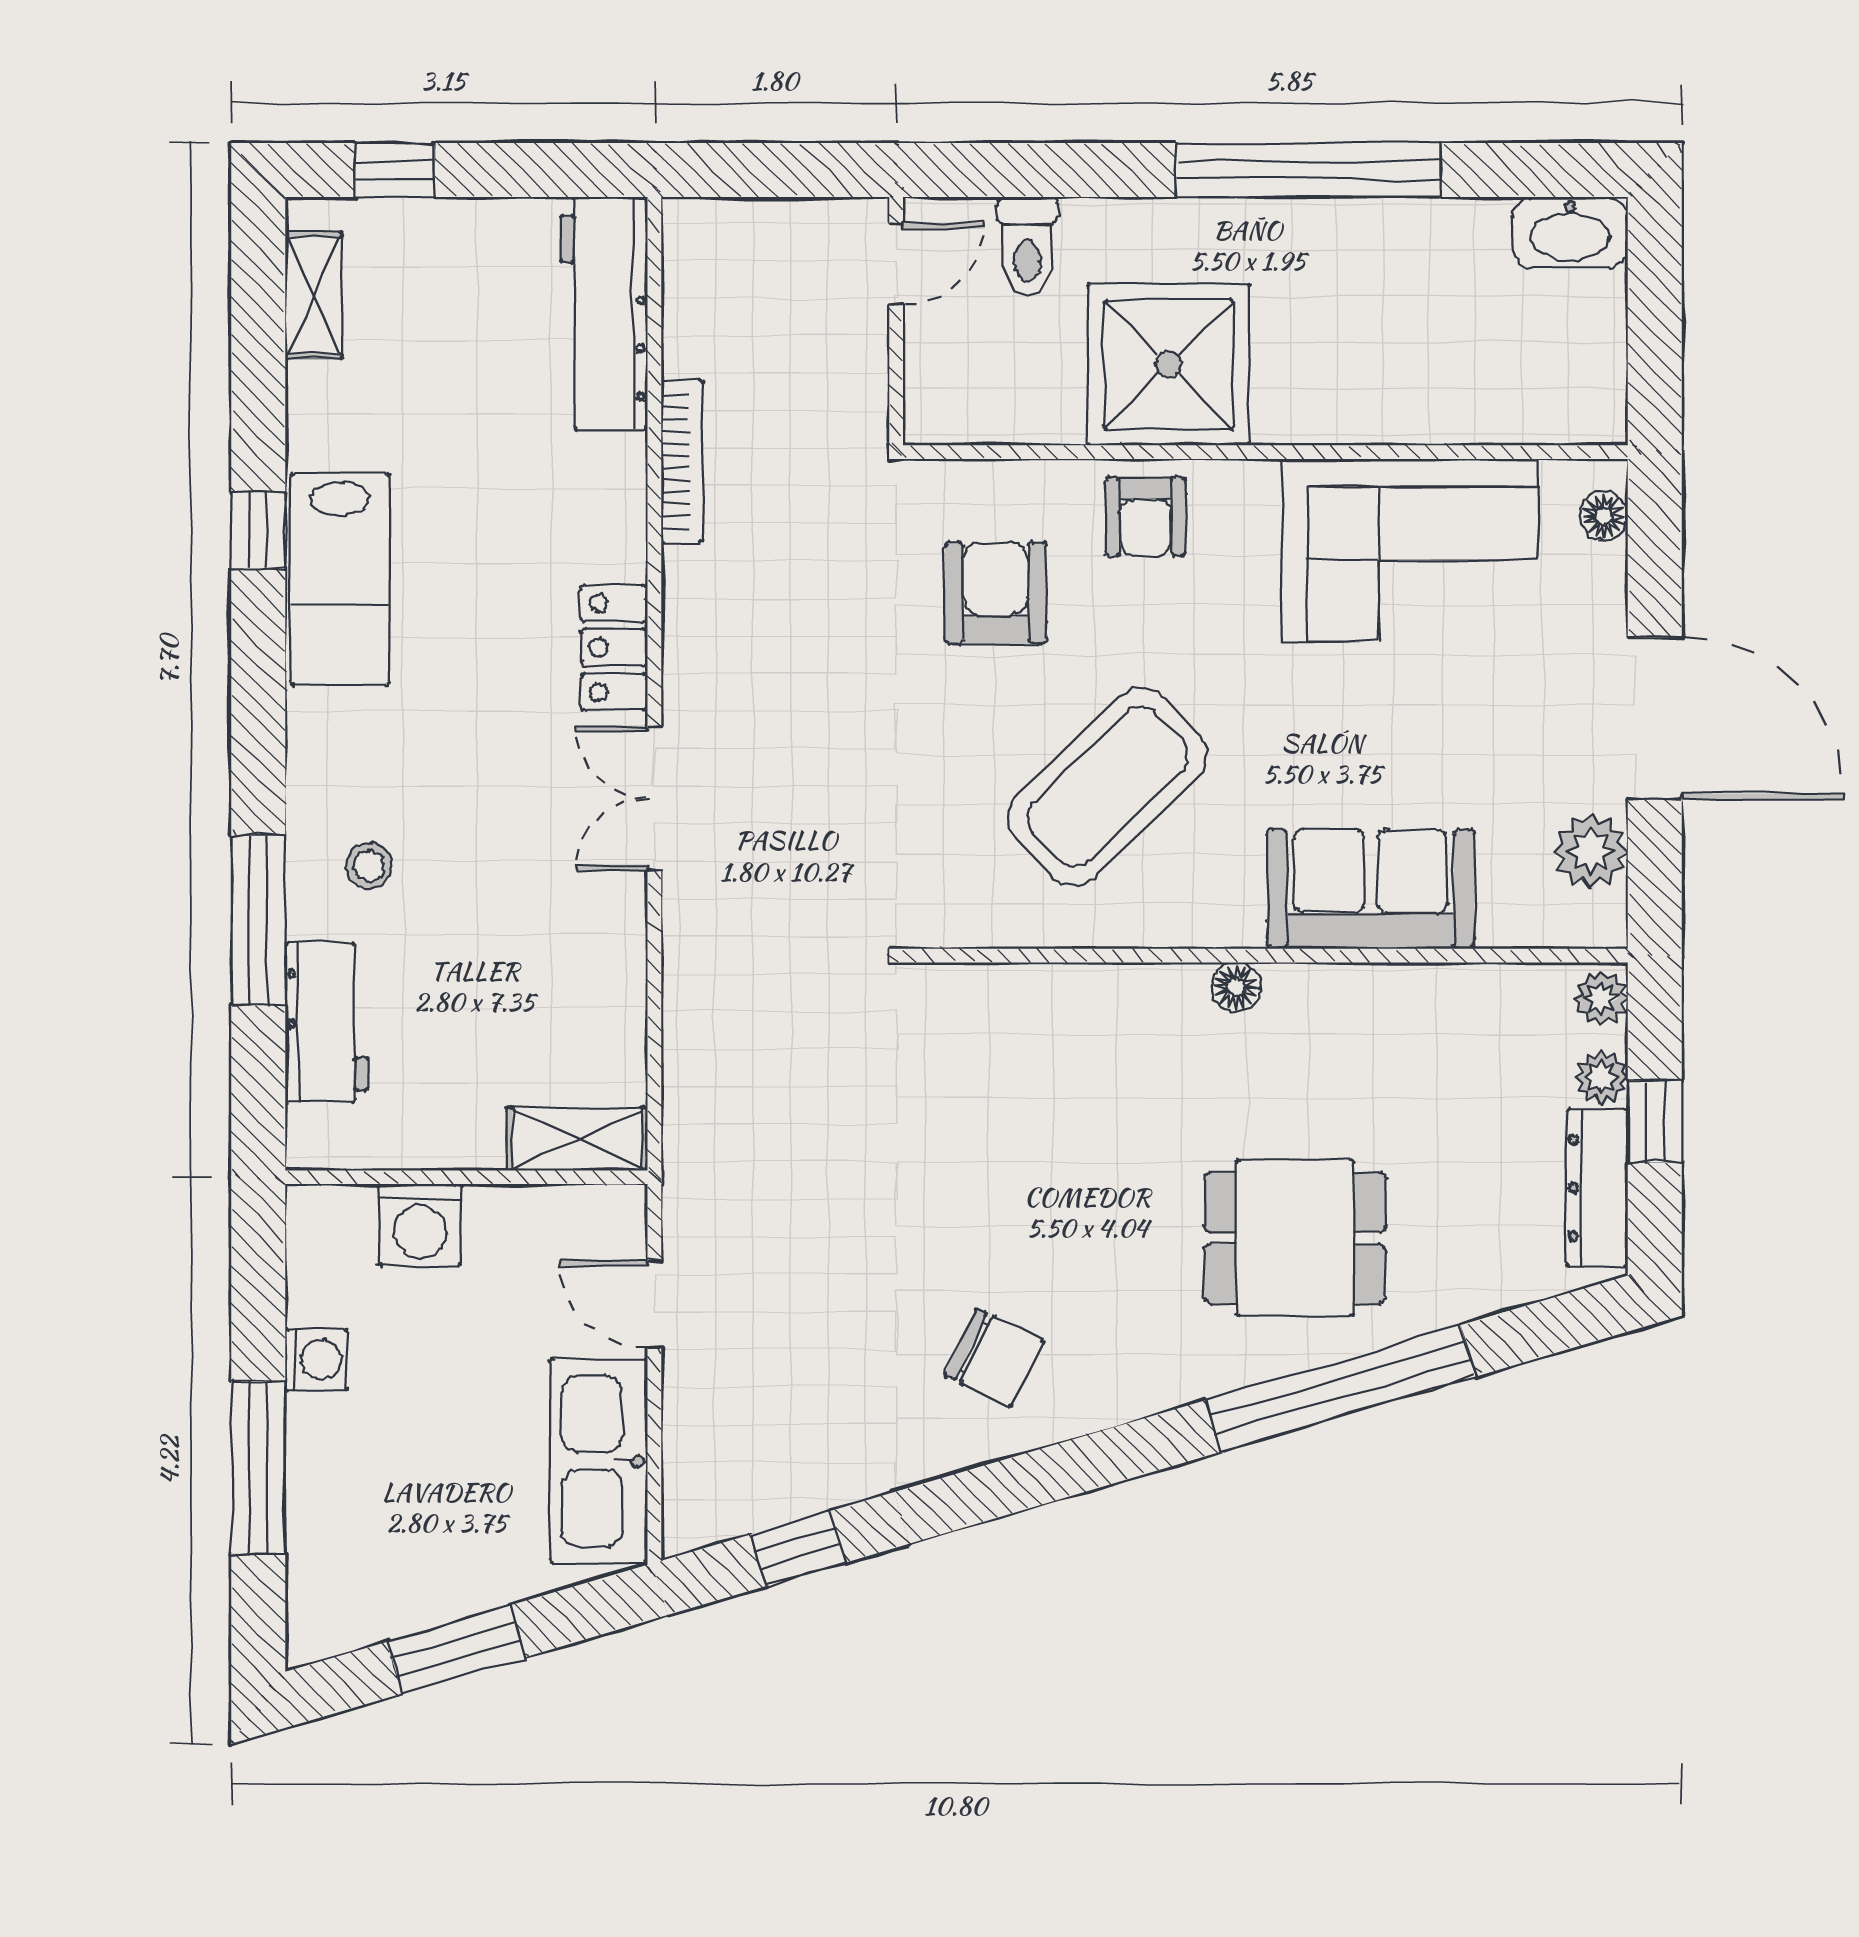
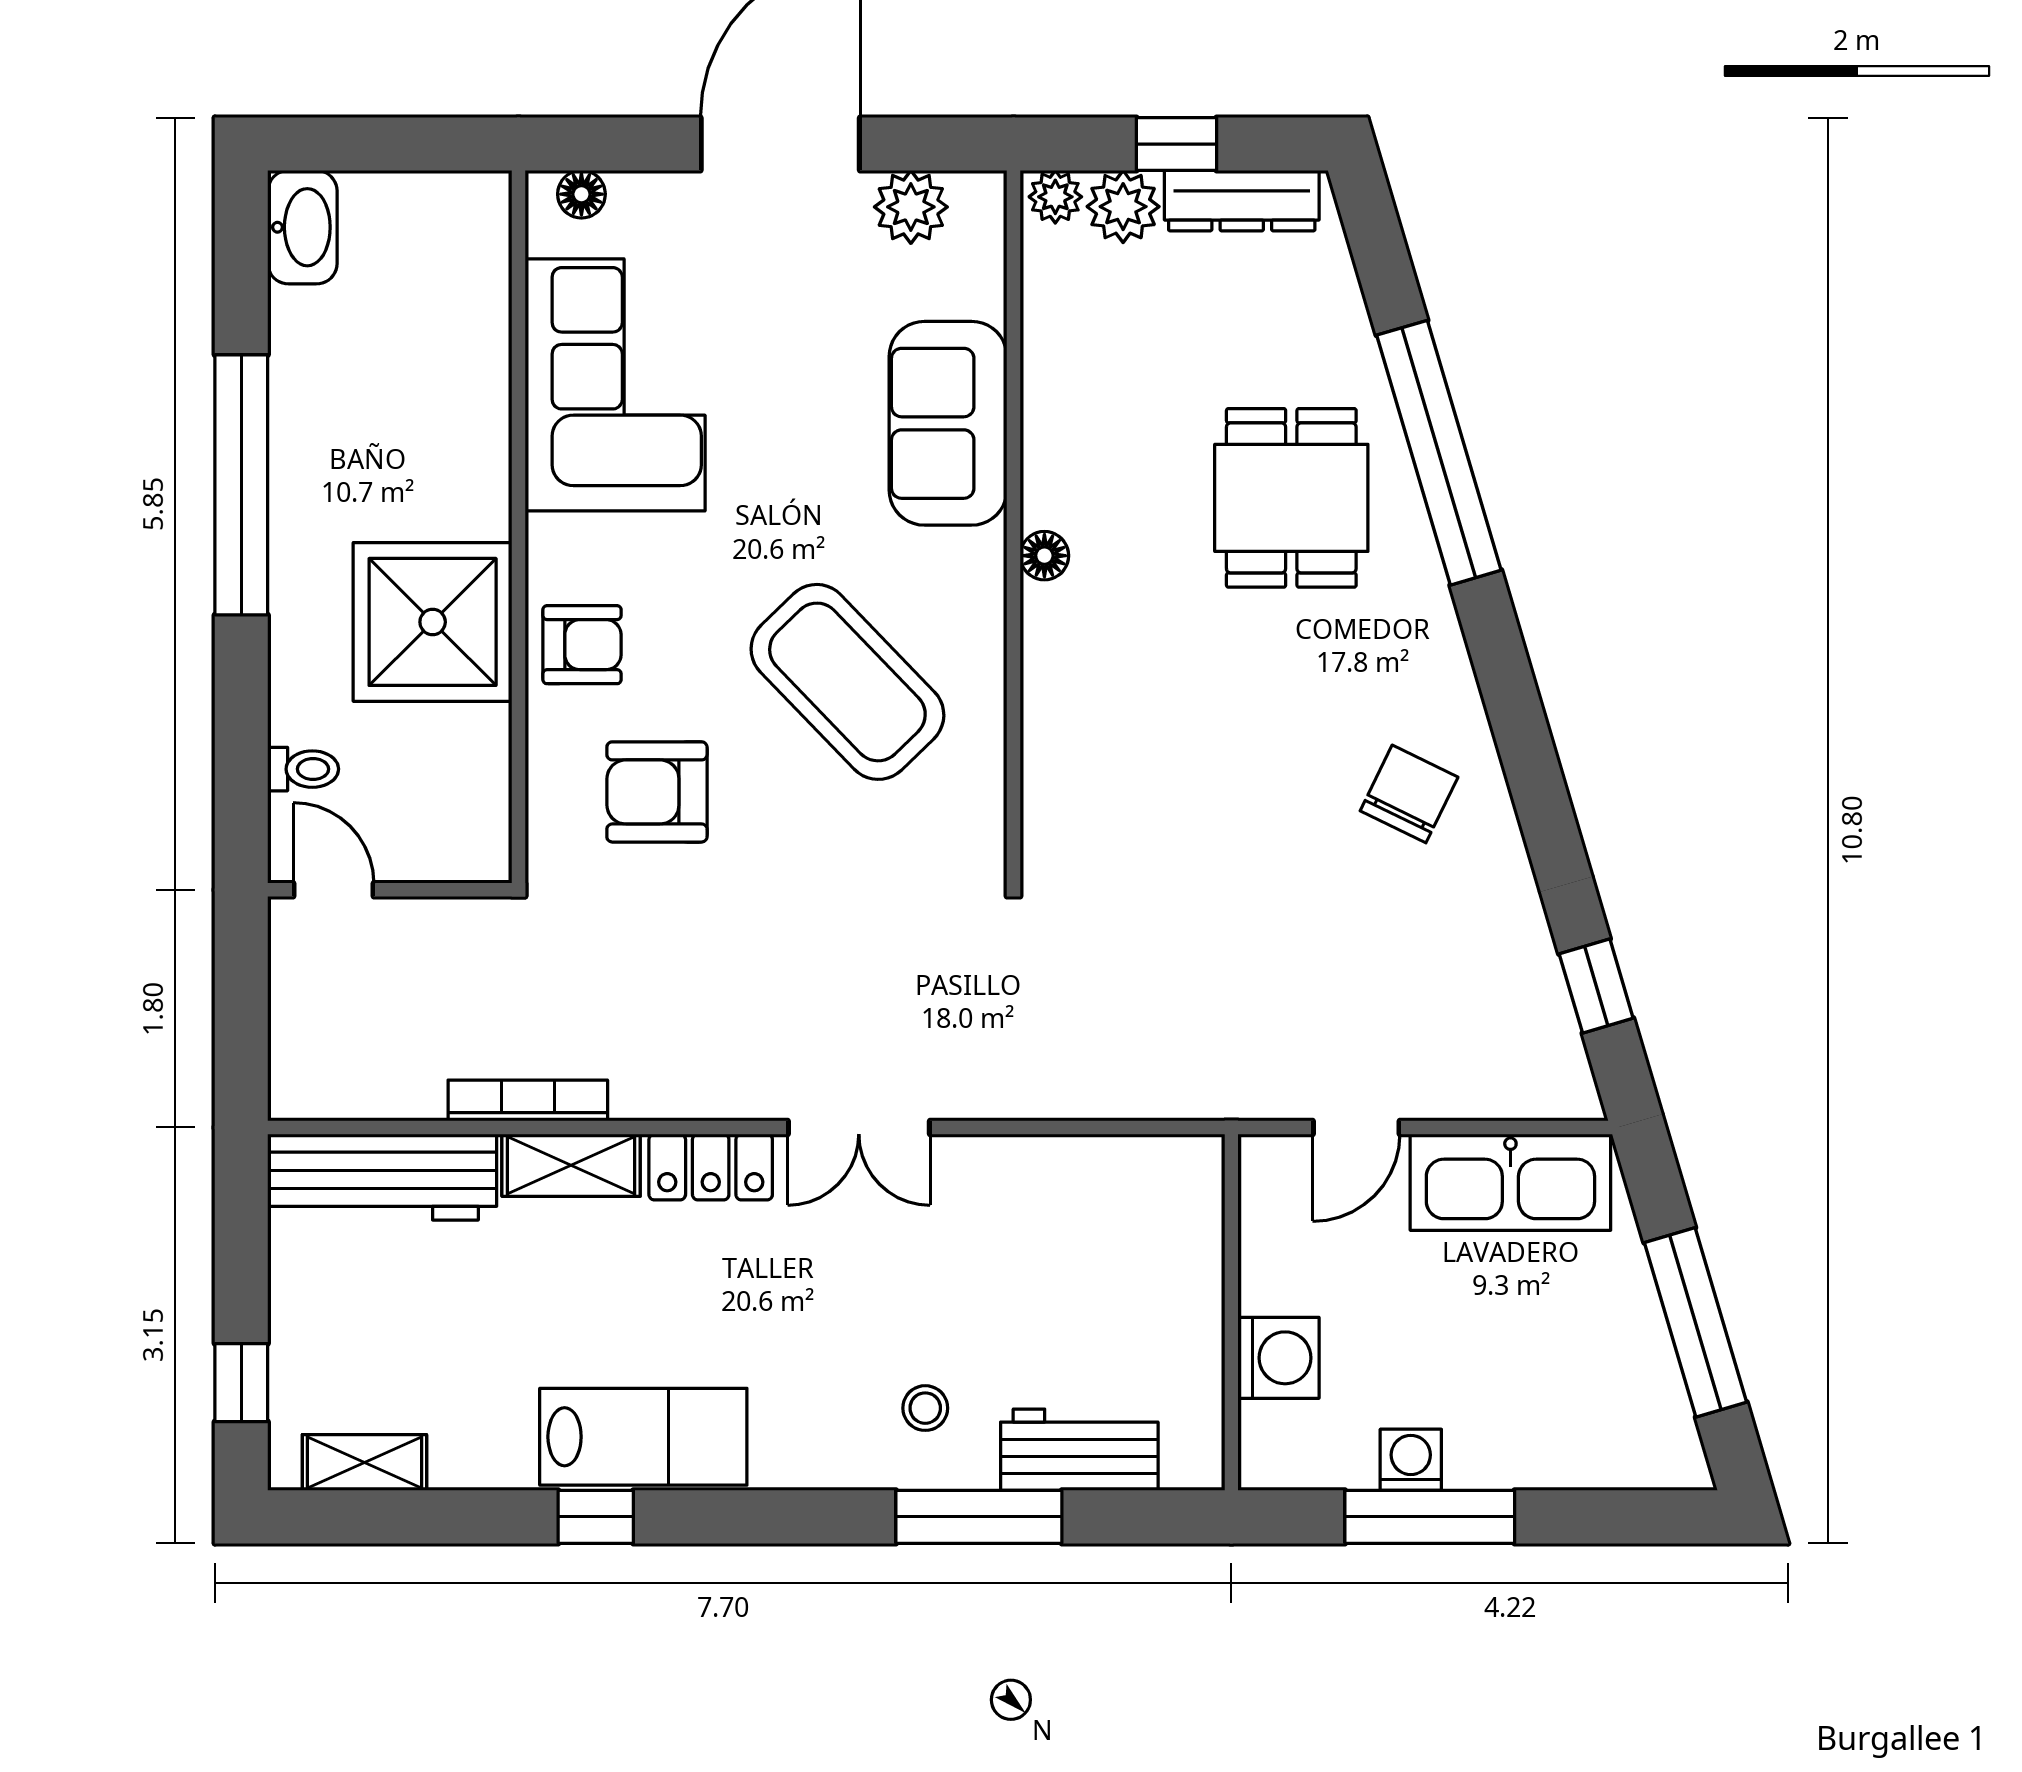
toilet: (1027, 247) -> (303, 769), width x0.73, depth x0.72
plant: (1601, 1077) -> (1123, 207), width x1.38, depth x1.38
shelving: (577, 1139) -> (571, 1165), moved, turned 90
window: (258, 1467) -> (1430, 1517), moved
window: (456, 1649) -> (1695, 1322), width x1.44

